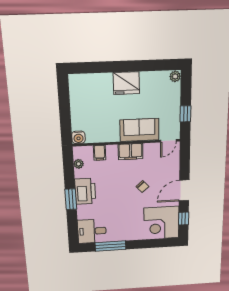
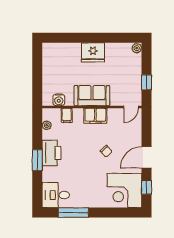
sofa: (139, 130) -> (92, 96), moved
water cooler: (78, 137) -> (59, 100), moved

